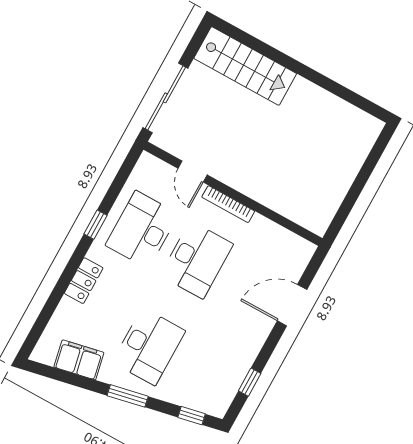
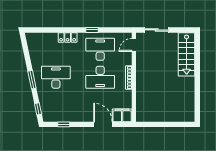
sliding door: (165, 98) -> (157, 30), width x0.73
door: (193, 172) -> (134, 45), moved
desk: (149, 346) -> (56, 77), turned 180
filing cabinet: (79, 360) -> (122, 115), moved, turned -78

